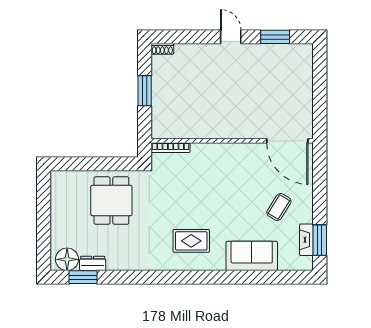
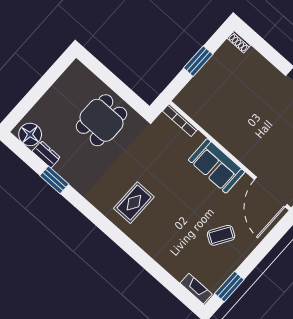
fireplace: (306, 240) -> (196, 289), moved, turned 90
rug: (191, 241) -> (134, 203), turned 90
sofa: (252, 256) -> (217, 166), moved, turned 180
window: (83, 277) -> (54, 180), moved

